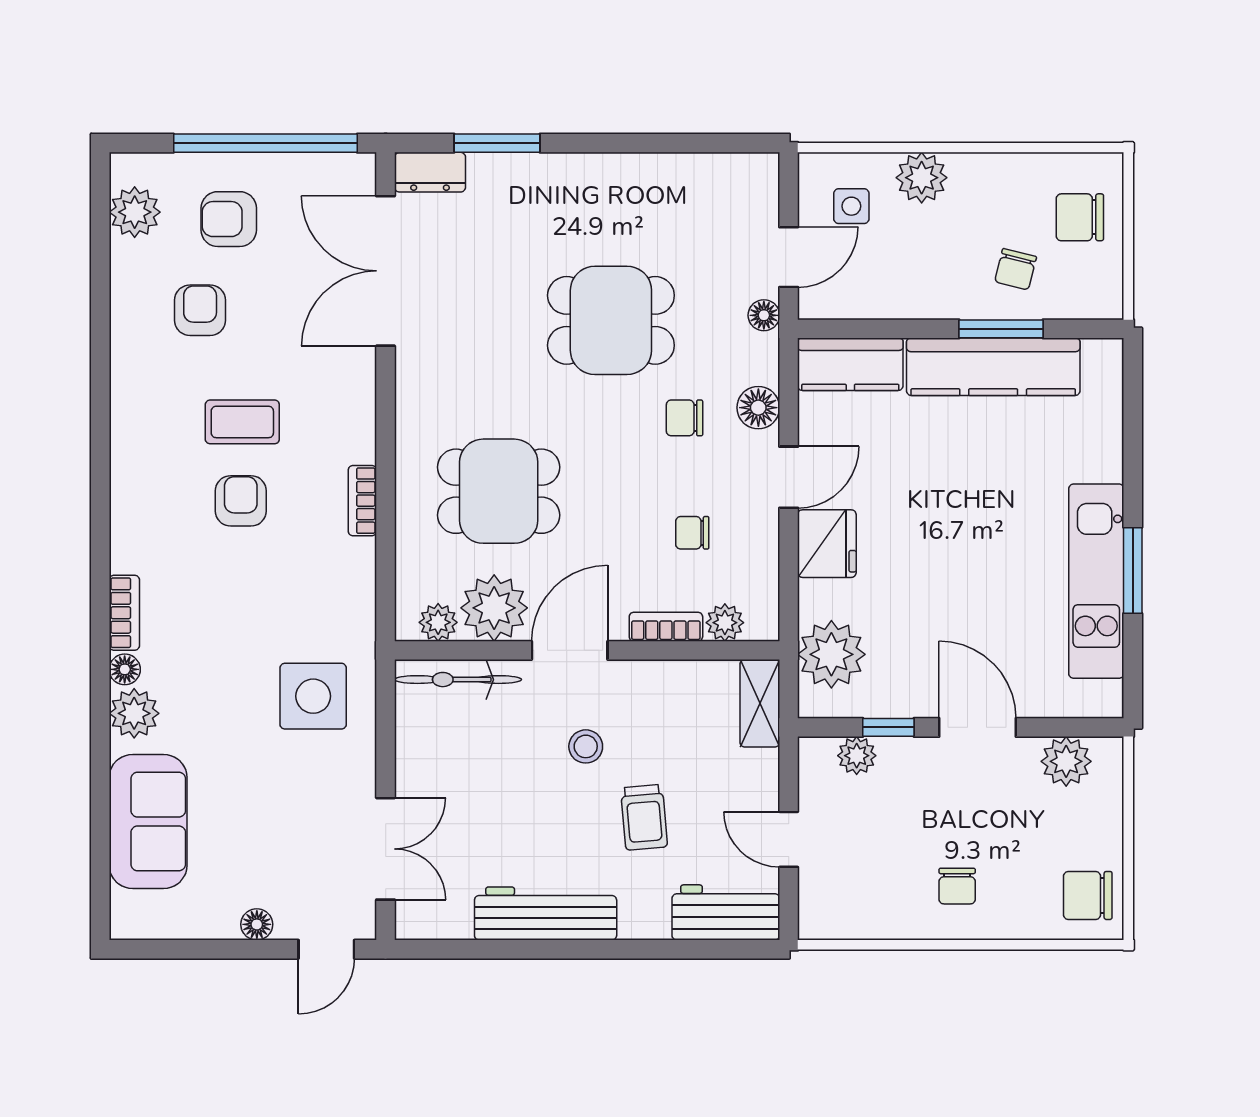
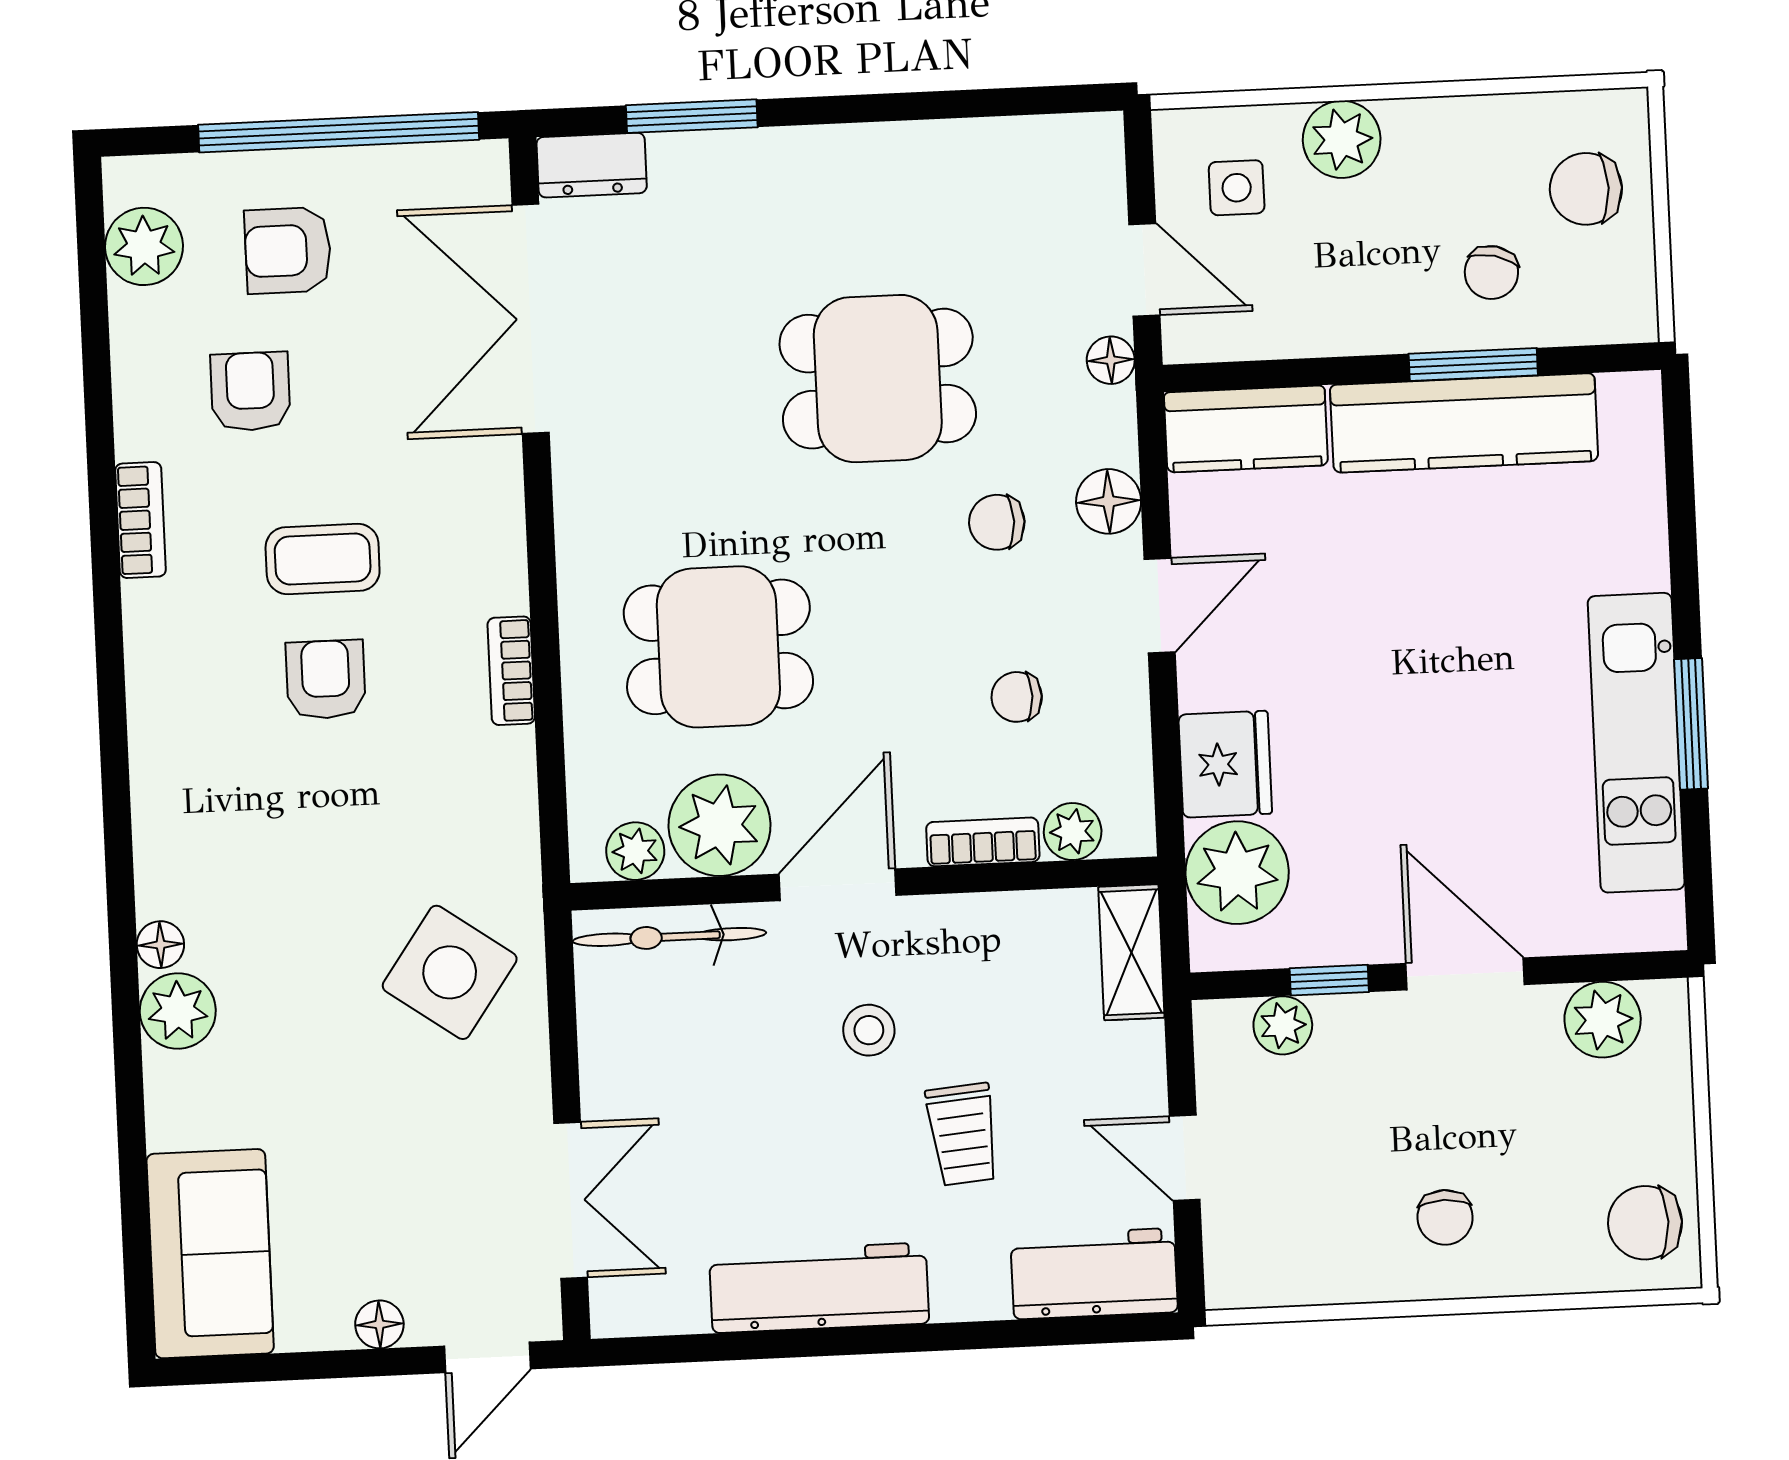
door: (789, 257) -> (1144, 270), hinge flipped
fridge: (827, 544) -> (1225, 764), moved
bookcase: (124, 613) -> (141, 520), moved
side table: (313, 696) -> (450, 972), turned 35
sofa: (148, 821) -> (210, 1254), moved

